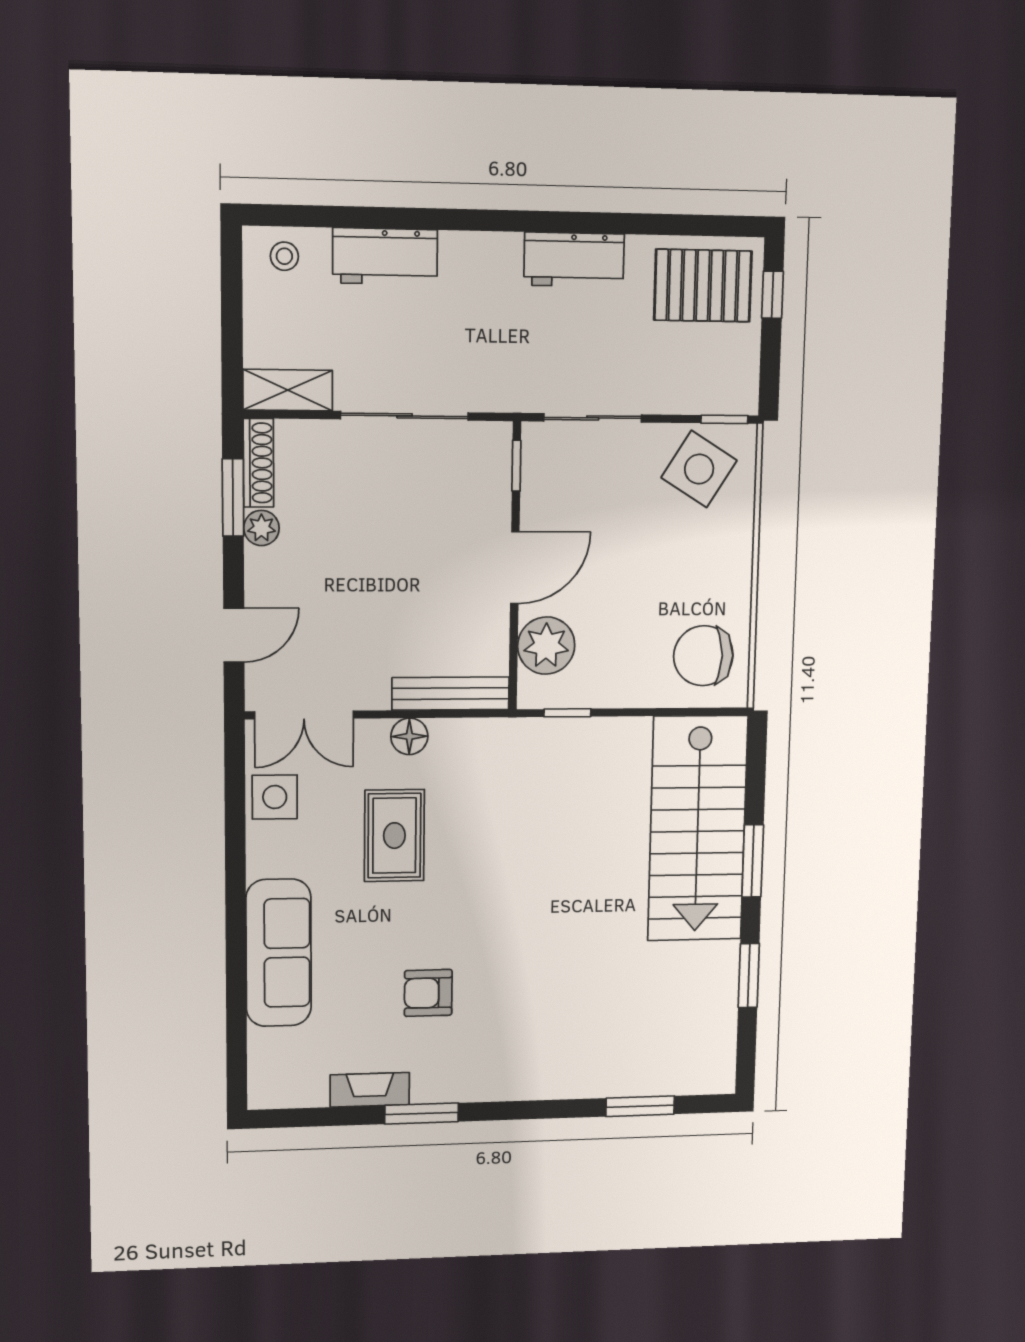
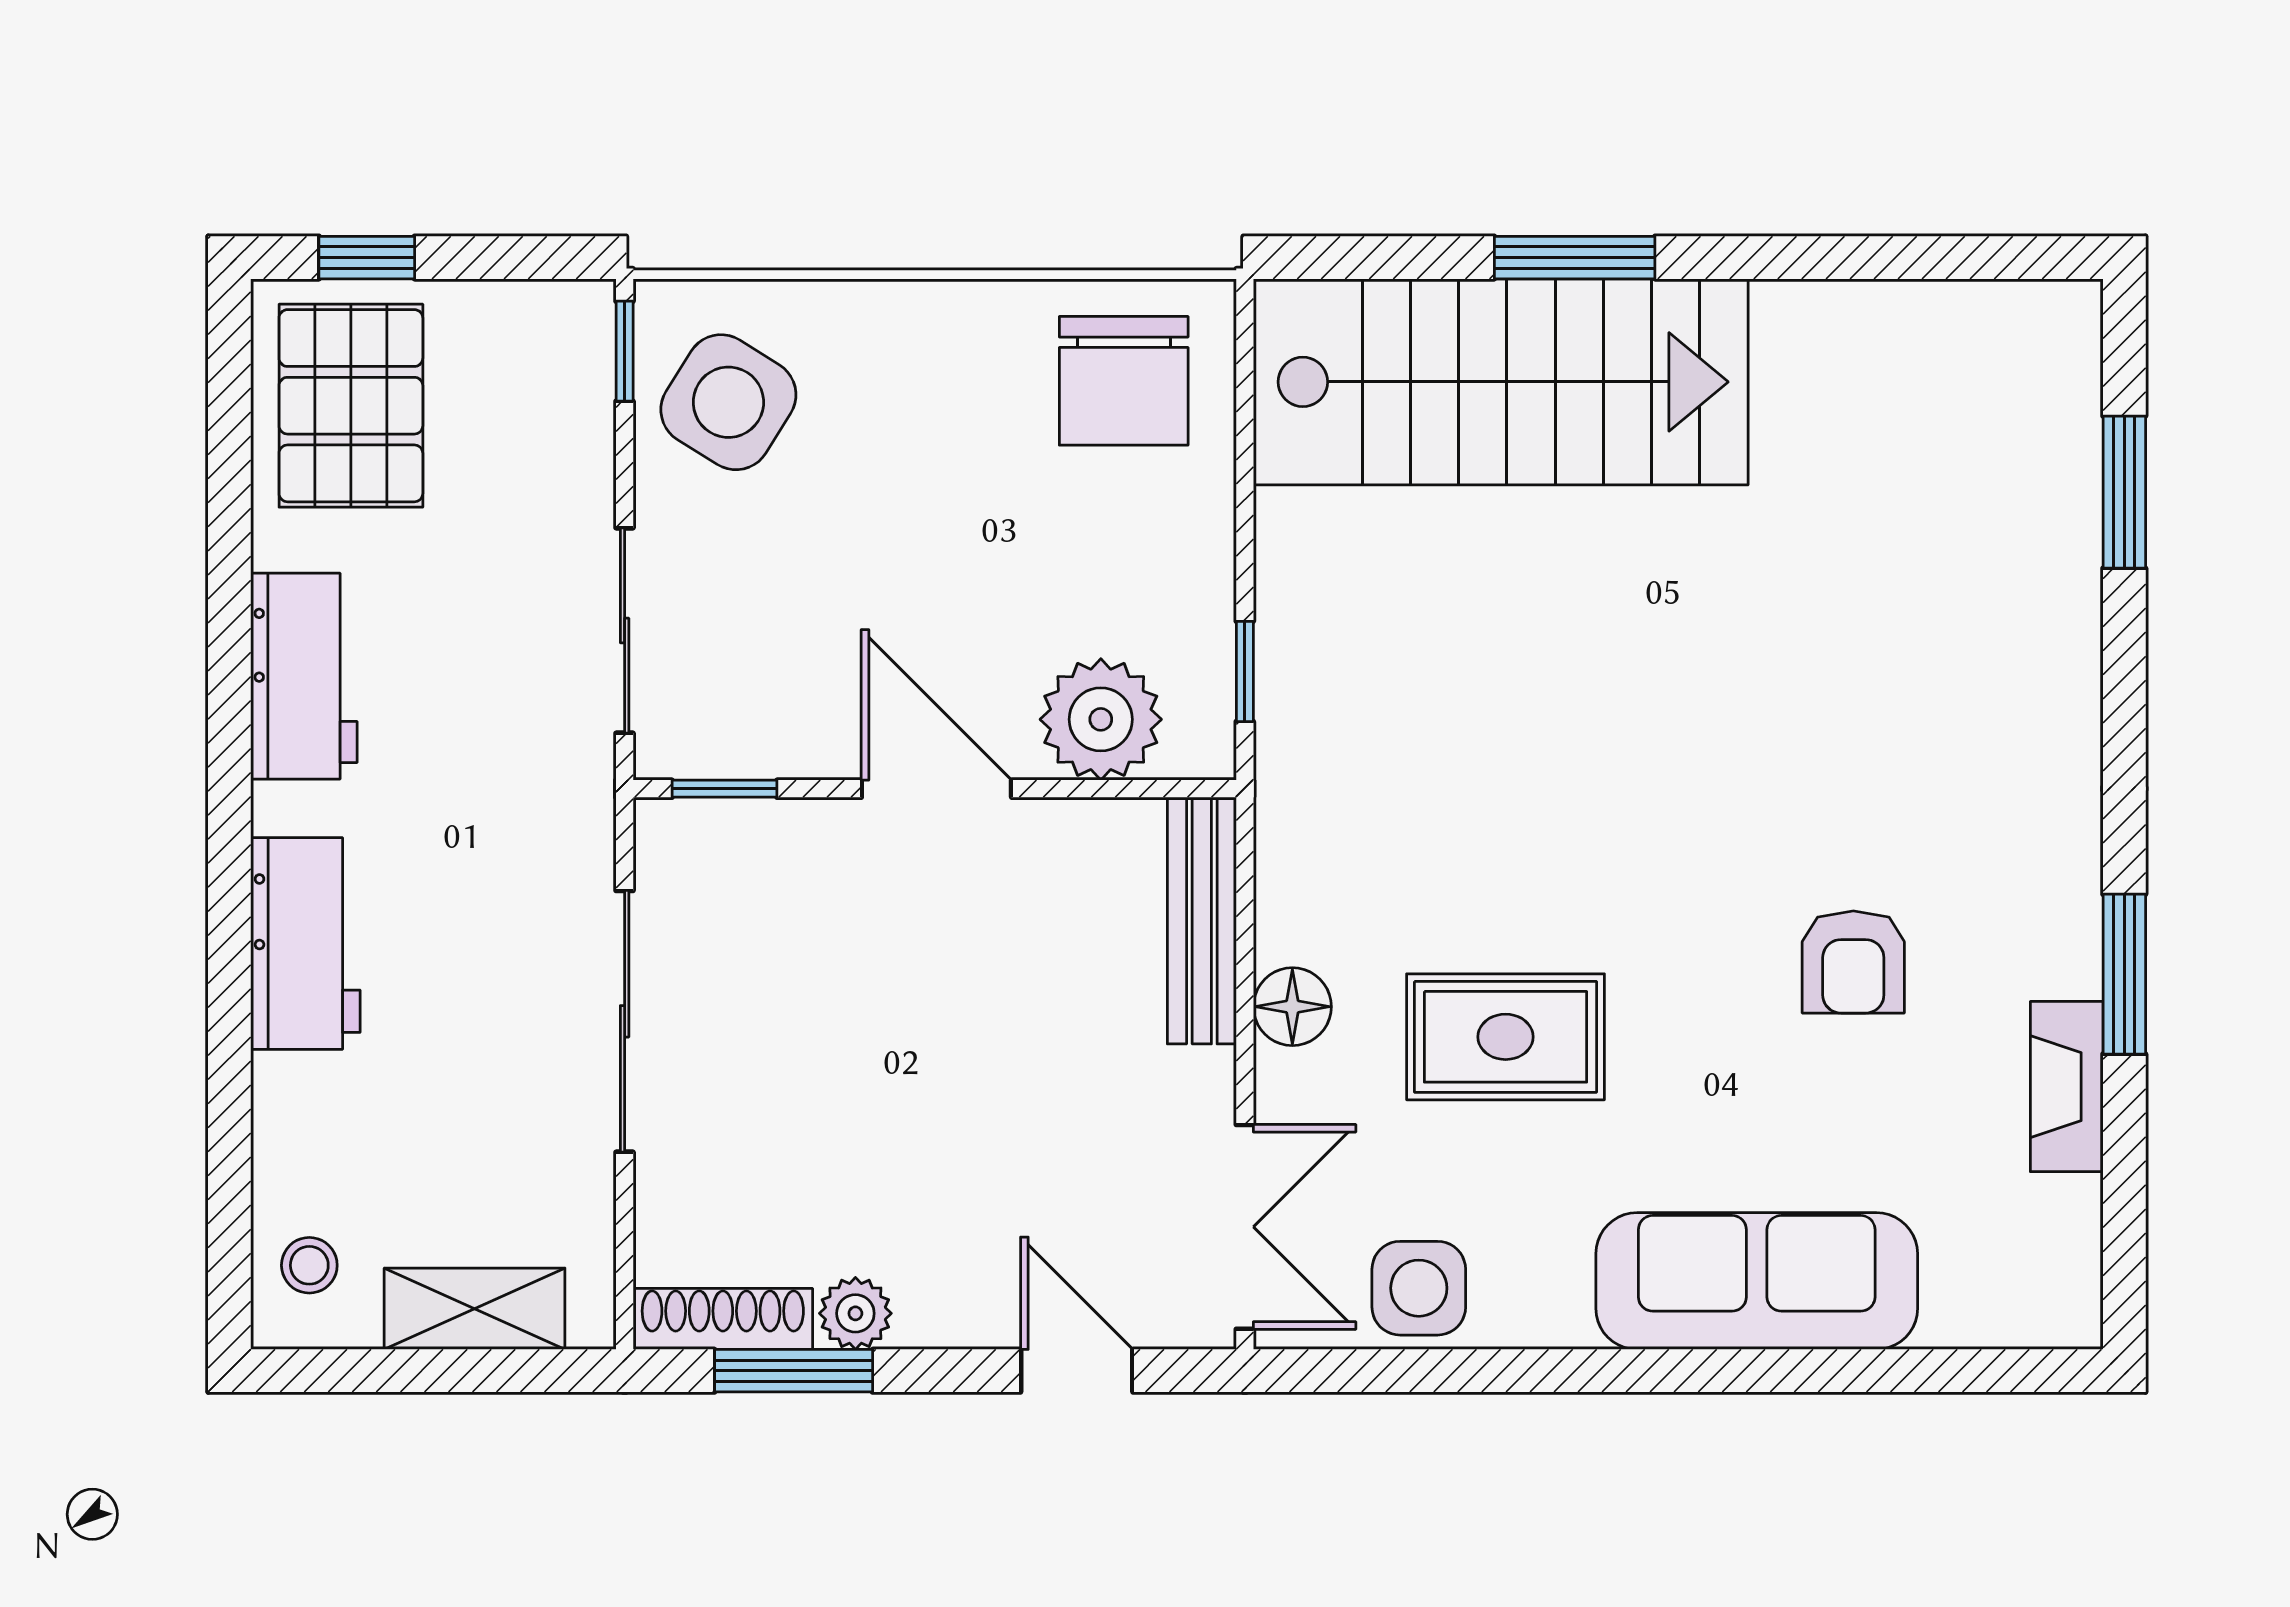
workbench: (385, 256) -> (305, 943), moved
shelving: (288, 390) -> (475, 1309), moved, turned 90
window: (749, 976) -> (1833, 258), removed

